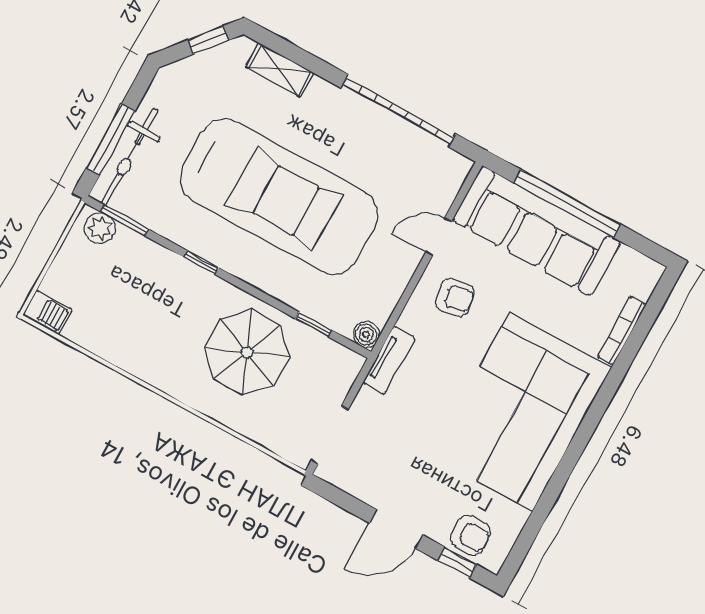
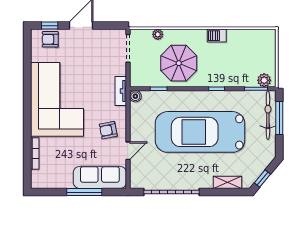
window: (567, 203) -> (84, 192), width x0.68
sofa: (537, 231) -> (100, 177), width x0.74, depth x0.79
barbecue: (48, 312) -> (217, 36), moved
plant: (257, 430) -> (158, 34), added

